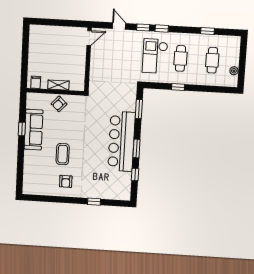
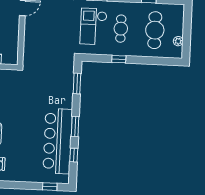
cafe table: (212, 60) -> (155, 30), width x1.37, depth x1.35
bar counter: (122, 141) -> (58, 141), moved
window: (94, 202) -> (50, 187), moved

